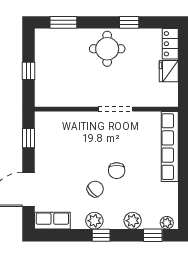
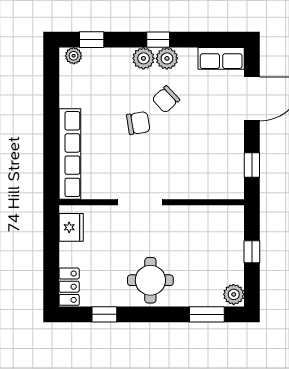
window: (129, 22) -> (104, 314), moved
plant: (43, 38) -> (234, 294), added
fridge: (169, 71) -> (71, 227), moved
chair: (117, 171) -> (138, 123), turned 81
plant: (133, 221) -> (143, 58), moved

